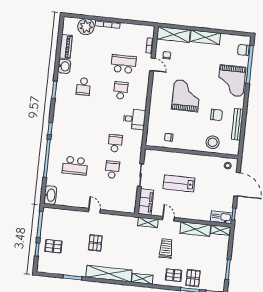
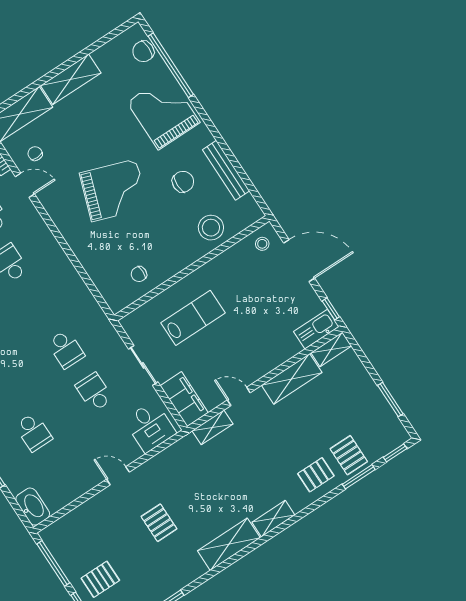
grand piano: (231, 81) -> (163, 112), turned 180
grand piano: (186, 96) -> (114, 190), turned 109
desk: (134, 119) -> (150, 427), moved, turned 90
school desk: (115, 143) -> (66, 349), turned 180
school desk: (75, 166) -> (34, 432), width x0.54
lab bench: (179, 183) -> (193, 318), moved, turned 180
trolley: (166, 248) -> (272, 444), removed
shelving: (109, 274) -> (229, 544), width x0.68

